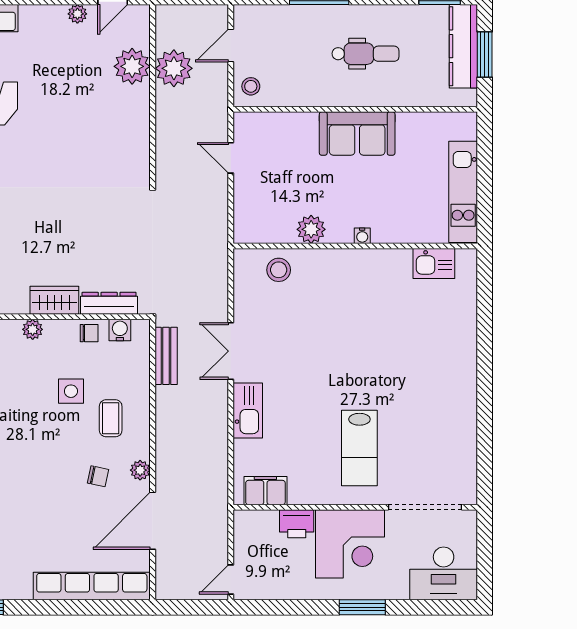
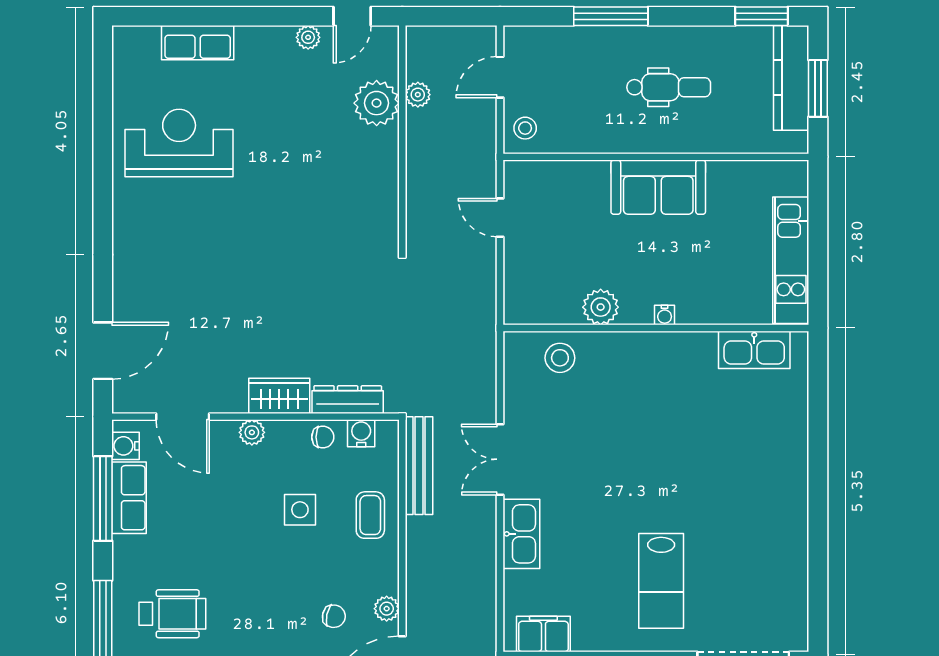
plant: (174, 68) -> (418, 95), width x0.53, depth x0.53
kitchen sink: (434, 263) -> (754, 350), width x1.38
bench: (166, 356) -> (419, 466), width x1.36
coffee table: (111, 418) -> (370, 515), moved

